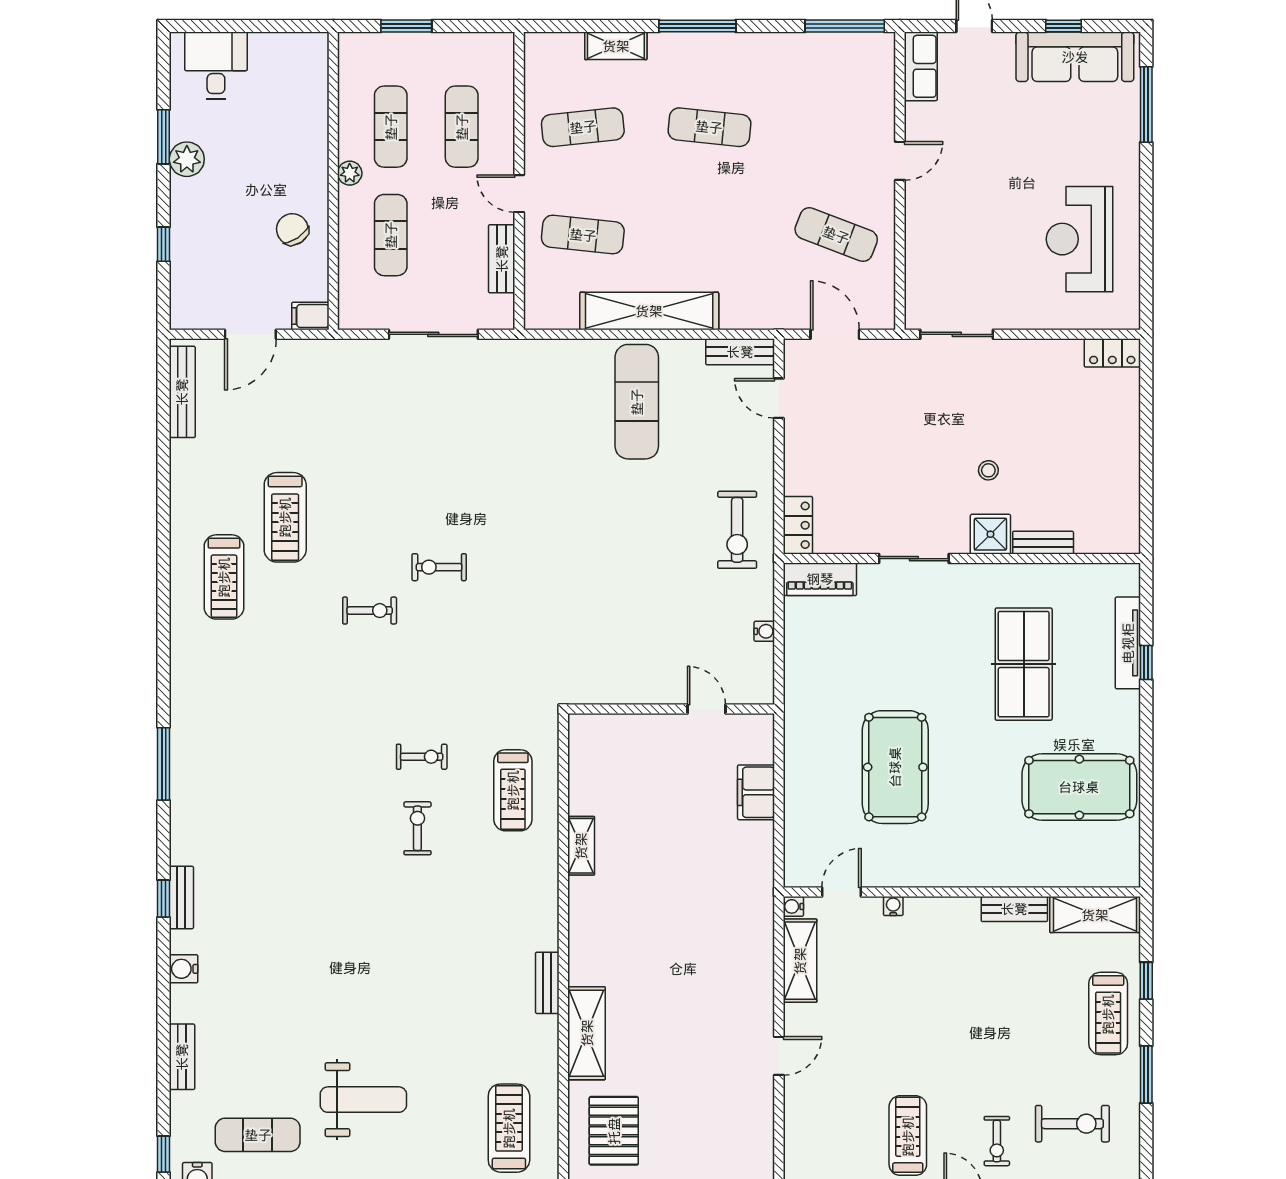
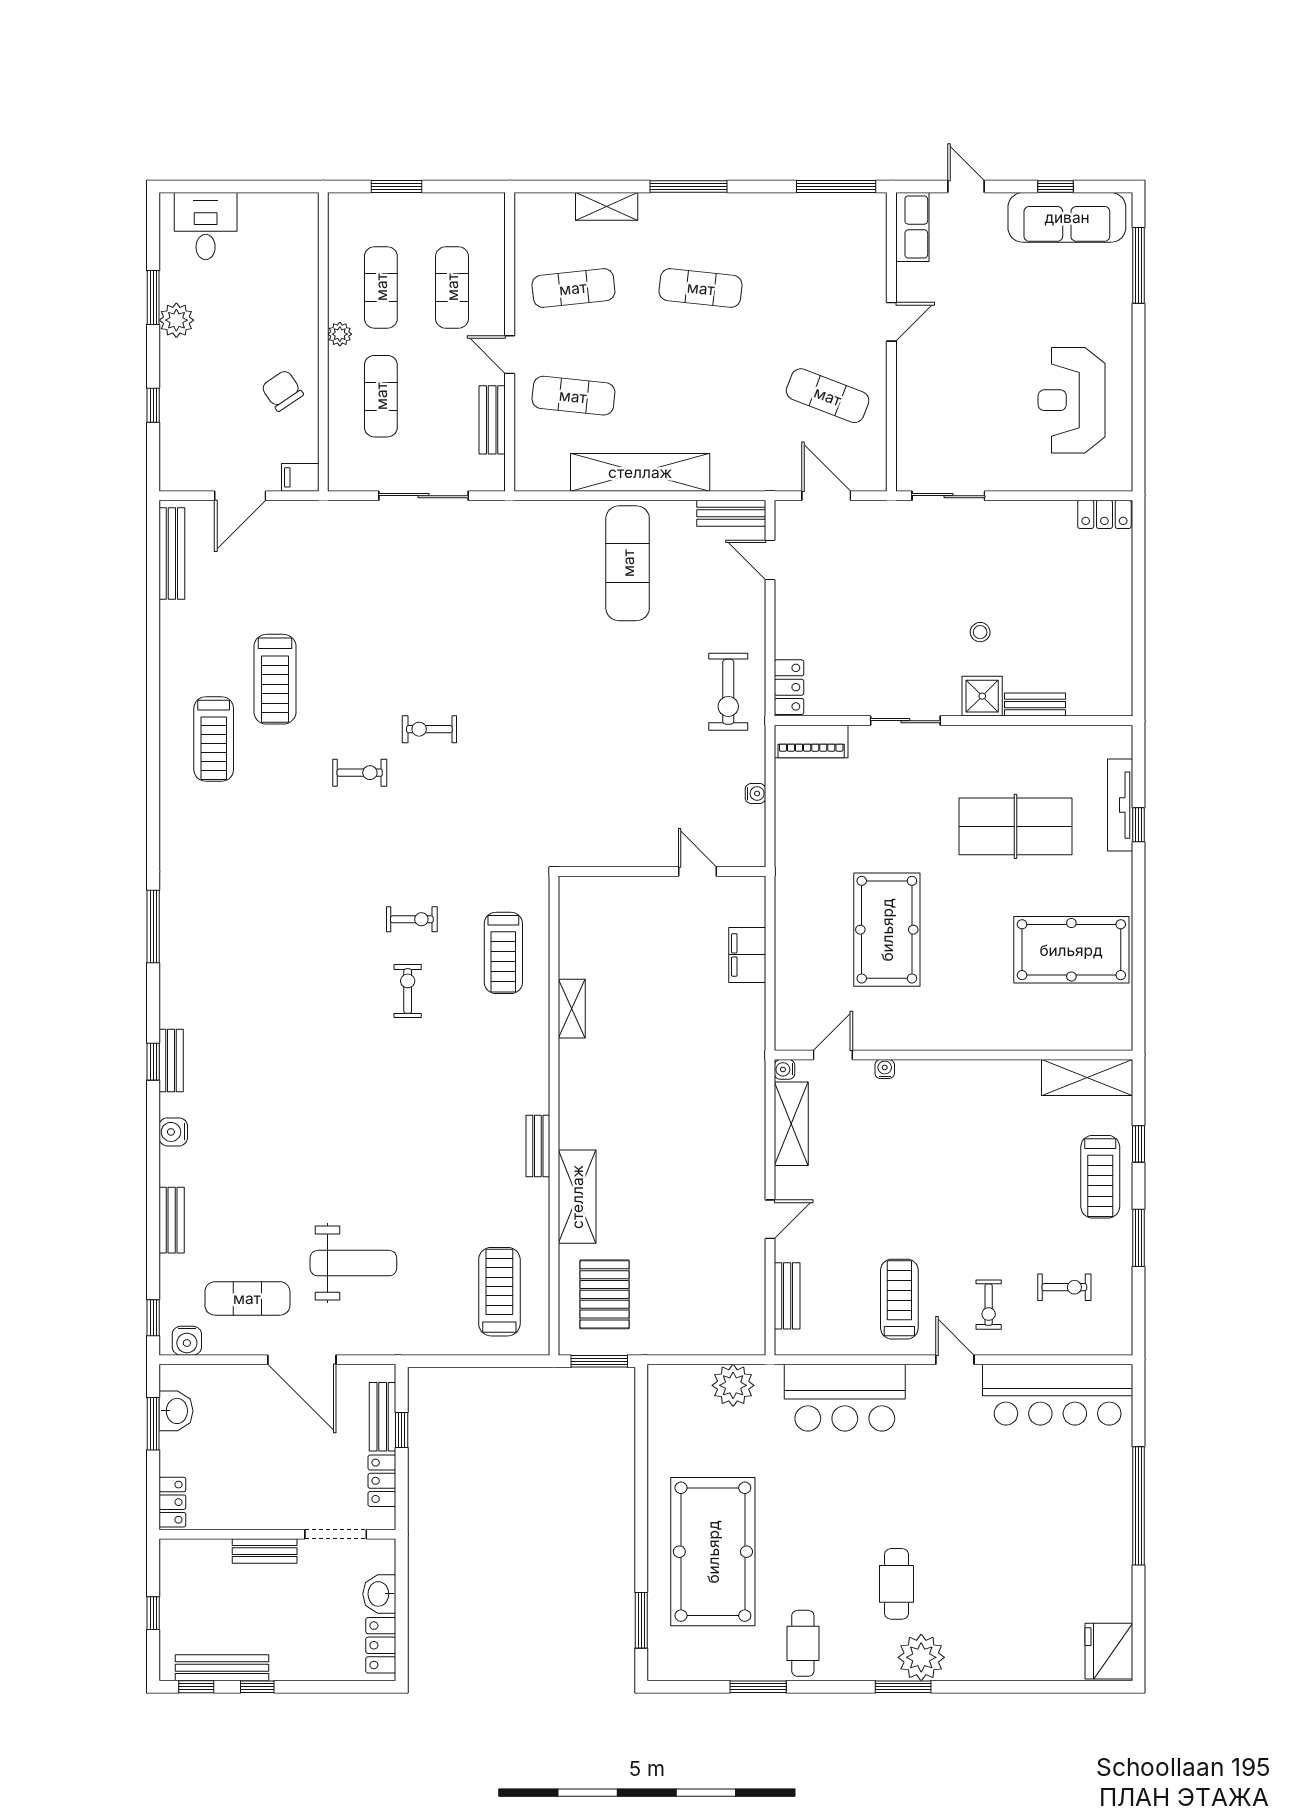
table tennis table: (1024, 664) -> (1015, 826), turned 90
bench: (1014, 909) -> (787, 1296), moved, turned 90
exercise bike: (1072, 1124) -> (1064, 1287), width x0.73, depth x0.72

